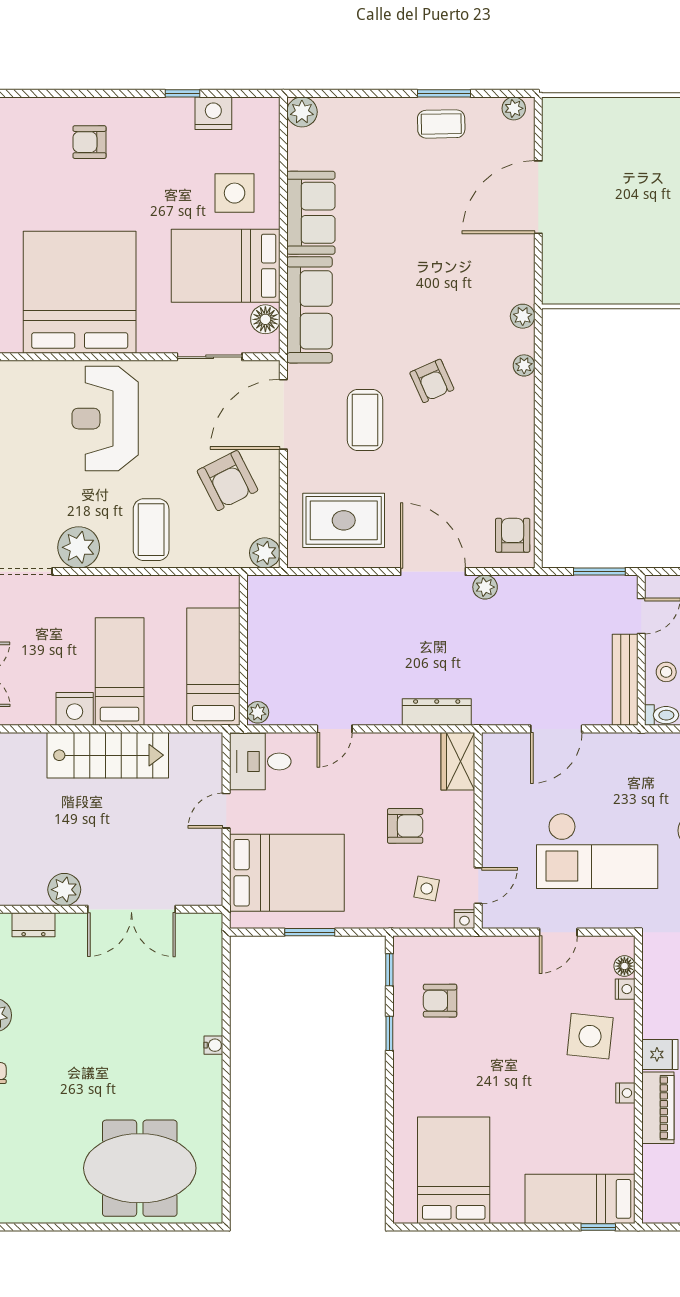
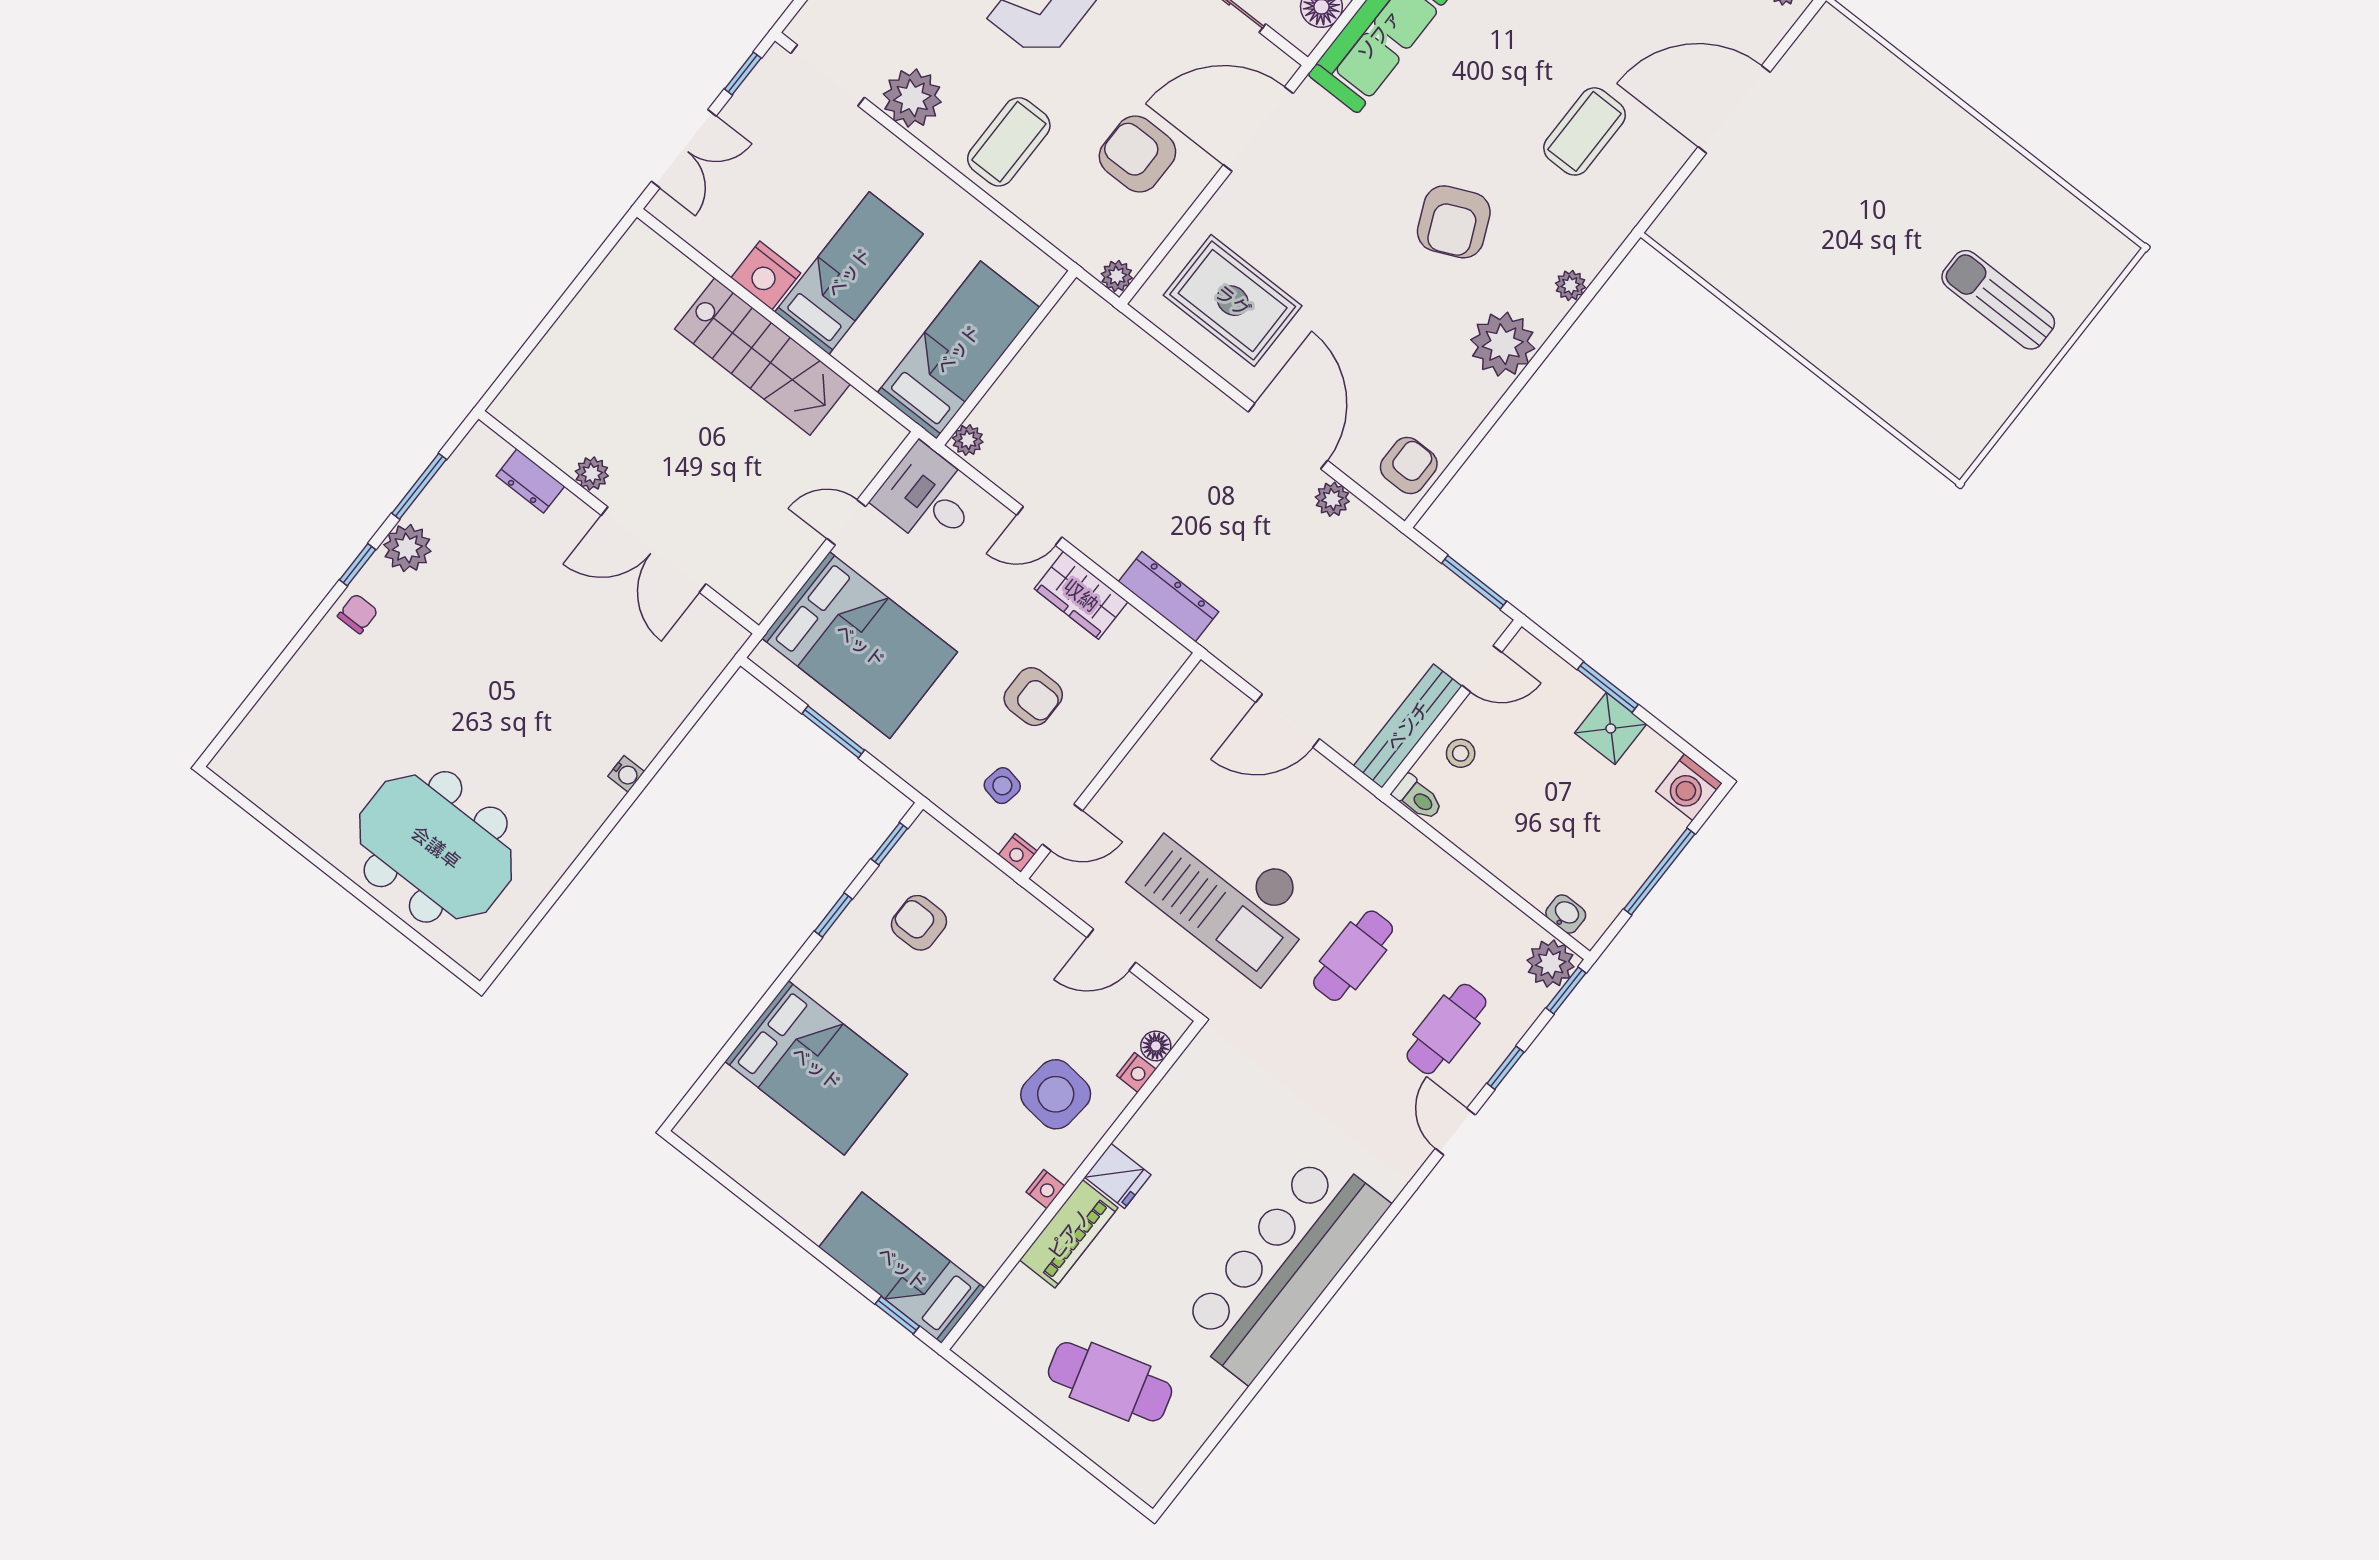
plant: (523, 316) -> (1503, 344), moved, width x1.87, depth x1.87
armchair: (432, 381) -> (1454, 222), width x1.38, depth x1.38
coffee table: (365, 420) -> (1585, 131), moved
armchair: (227, 481) -> (1137, 154), turned 117
plant: (265, 553) -> (1117, 276), width x0.73, depth x0.73
wardrobe: (458, 761) -> (1081, 595), moved, turned -90
plant: (64, 890) -> (592, 474), width x0.73, depth x0.73
bed: (454, 1170) -> (816, 1068), moved, turned 90

